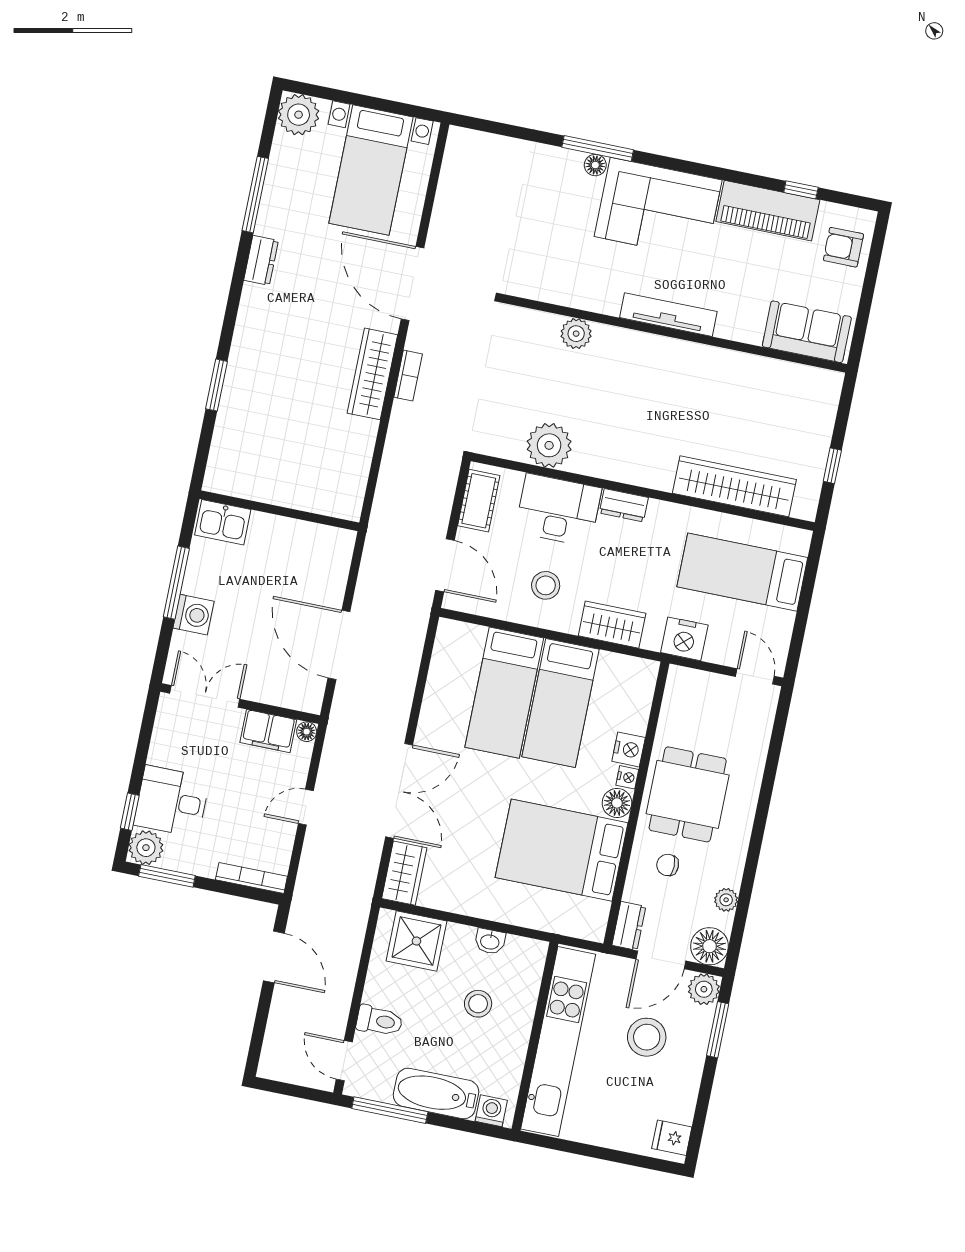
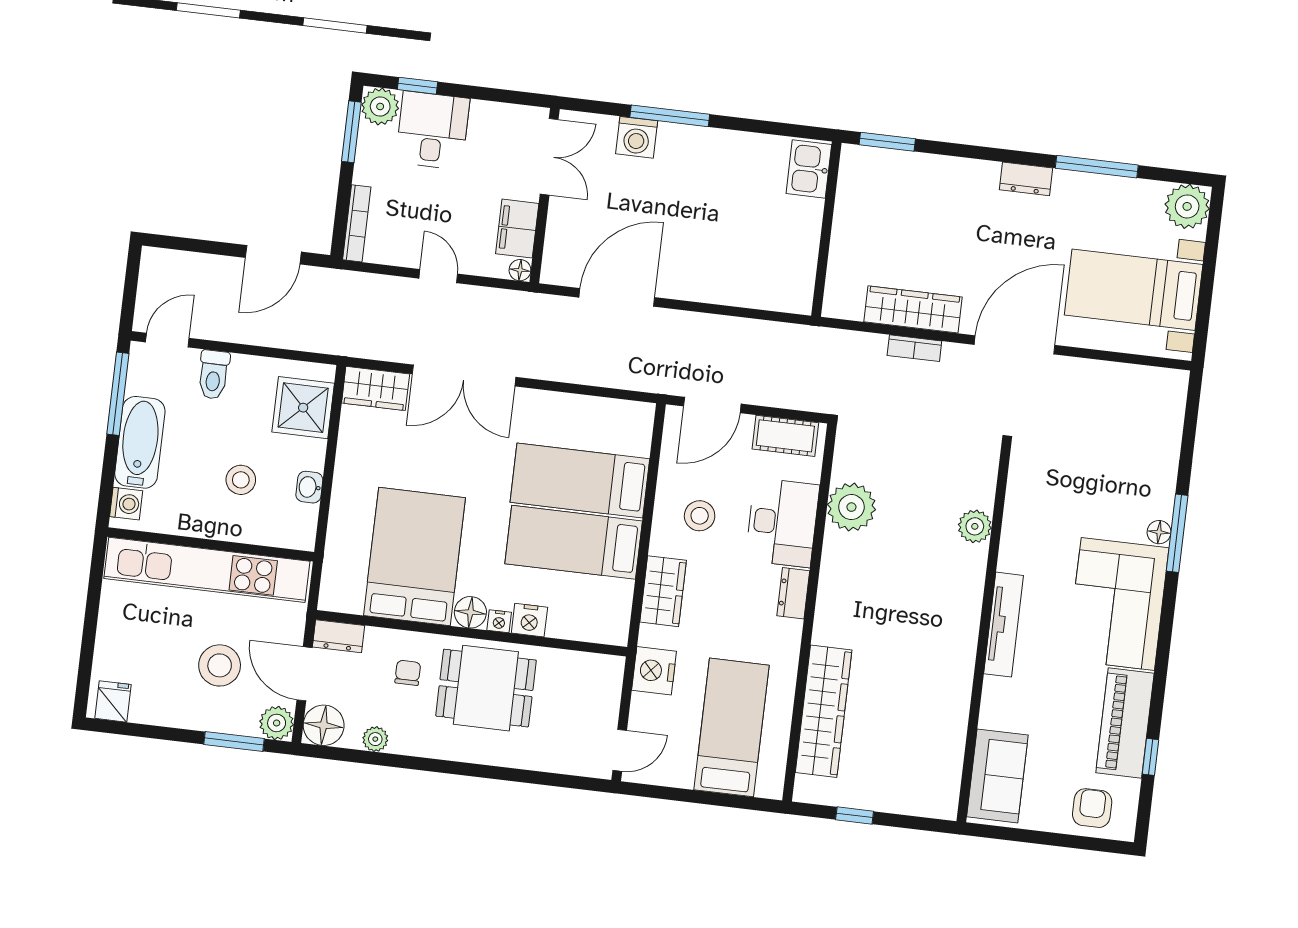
wall: (279, 511) -> (826, 229), moved
kitchen sink: (223, 522) -> (809, 169), moved

